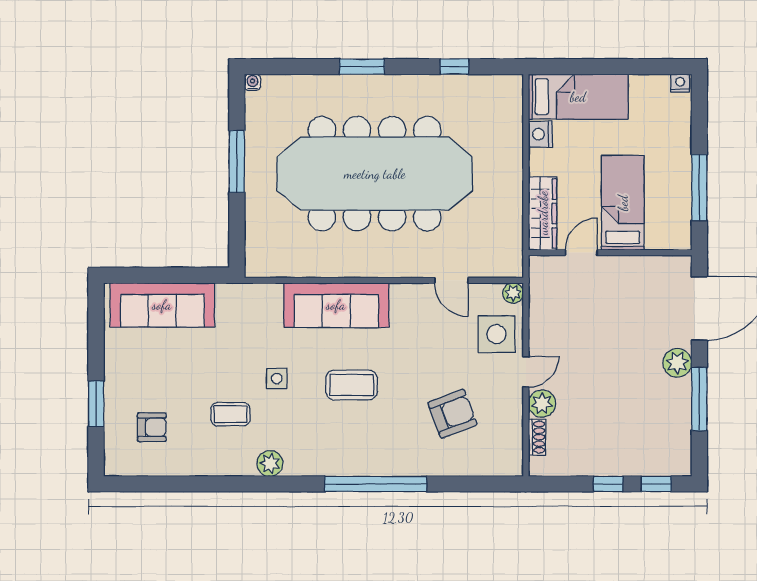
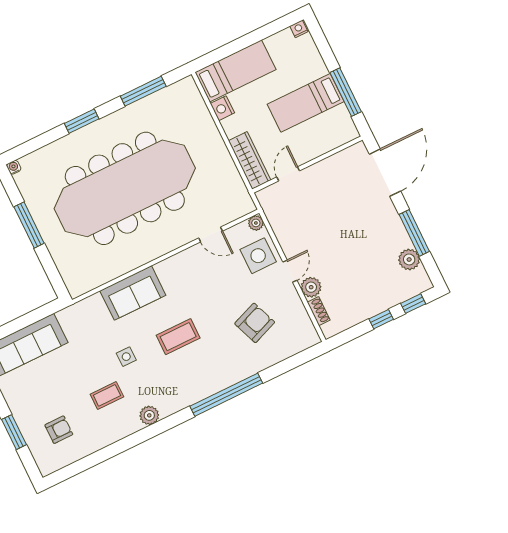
window: (454, 67) -> (143, 91), width x2.17
bed: (623, 203) -> (306, 103), moved, turned -90
sofa: (336, 305) -> (133, 293), width x0.73
plant: (677, 363) -> (409, 259), moved

